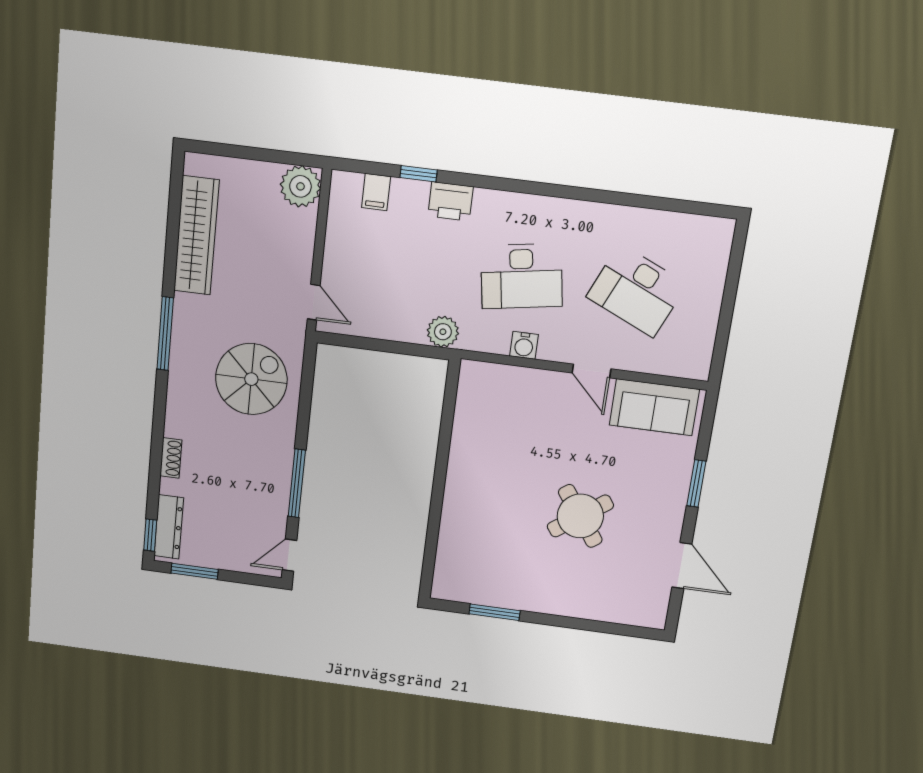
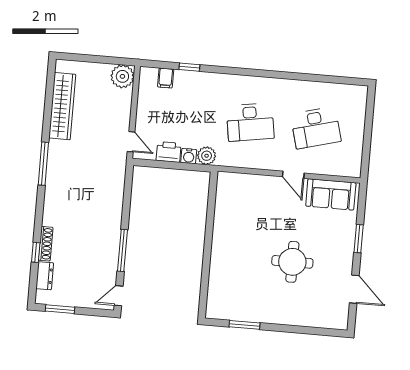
printer: (450, 201) -> (169, 152), moved, turned 180
desk: (637, 291) -> (316, 128), turned -39
water cooler: (524, 345) -> (189, 156), moved
spiral stairs: (251, 379) -> (95, 188), removed
shoe rack: (171, 458) -> (46, 244), width x1.43
round table: (580, 516) -> (292, 262), turned 36
dresser: (169, 527) -> (45, 276), width x0.70
window: (150, 535) -> (36, 252), moved

